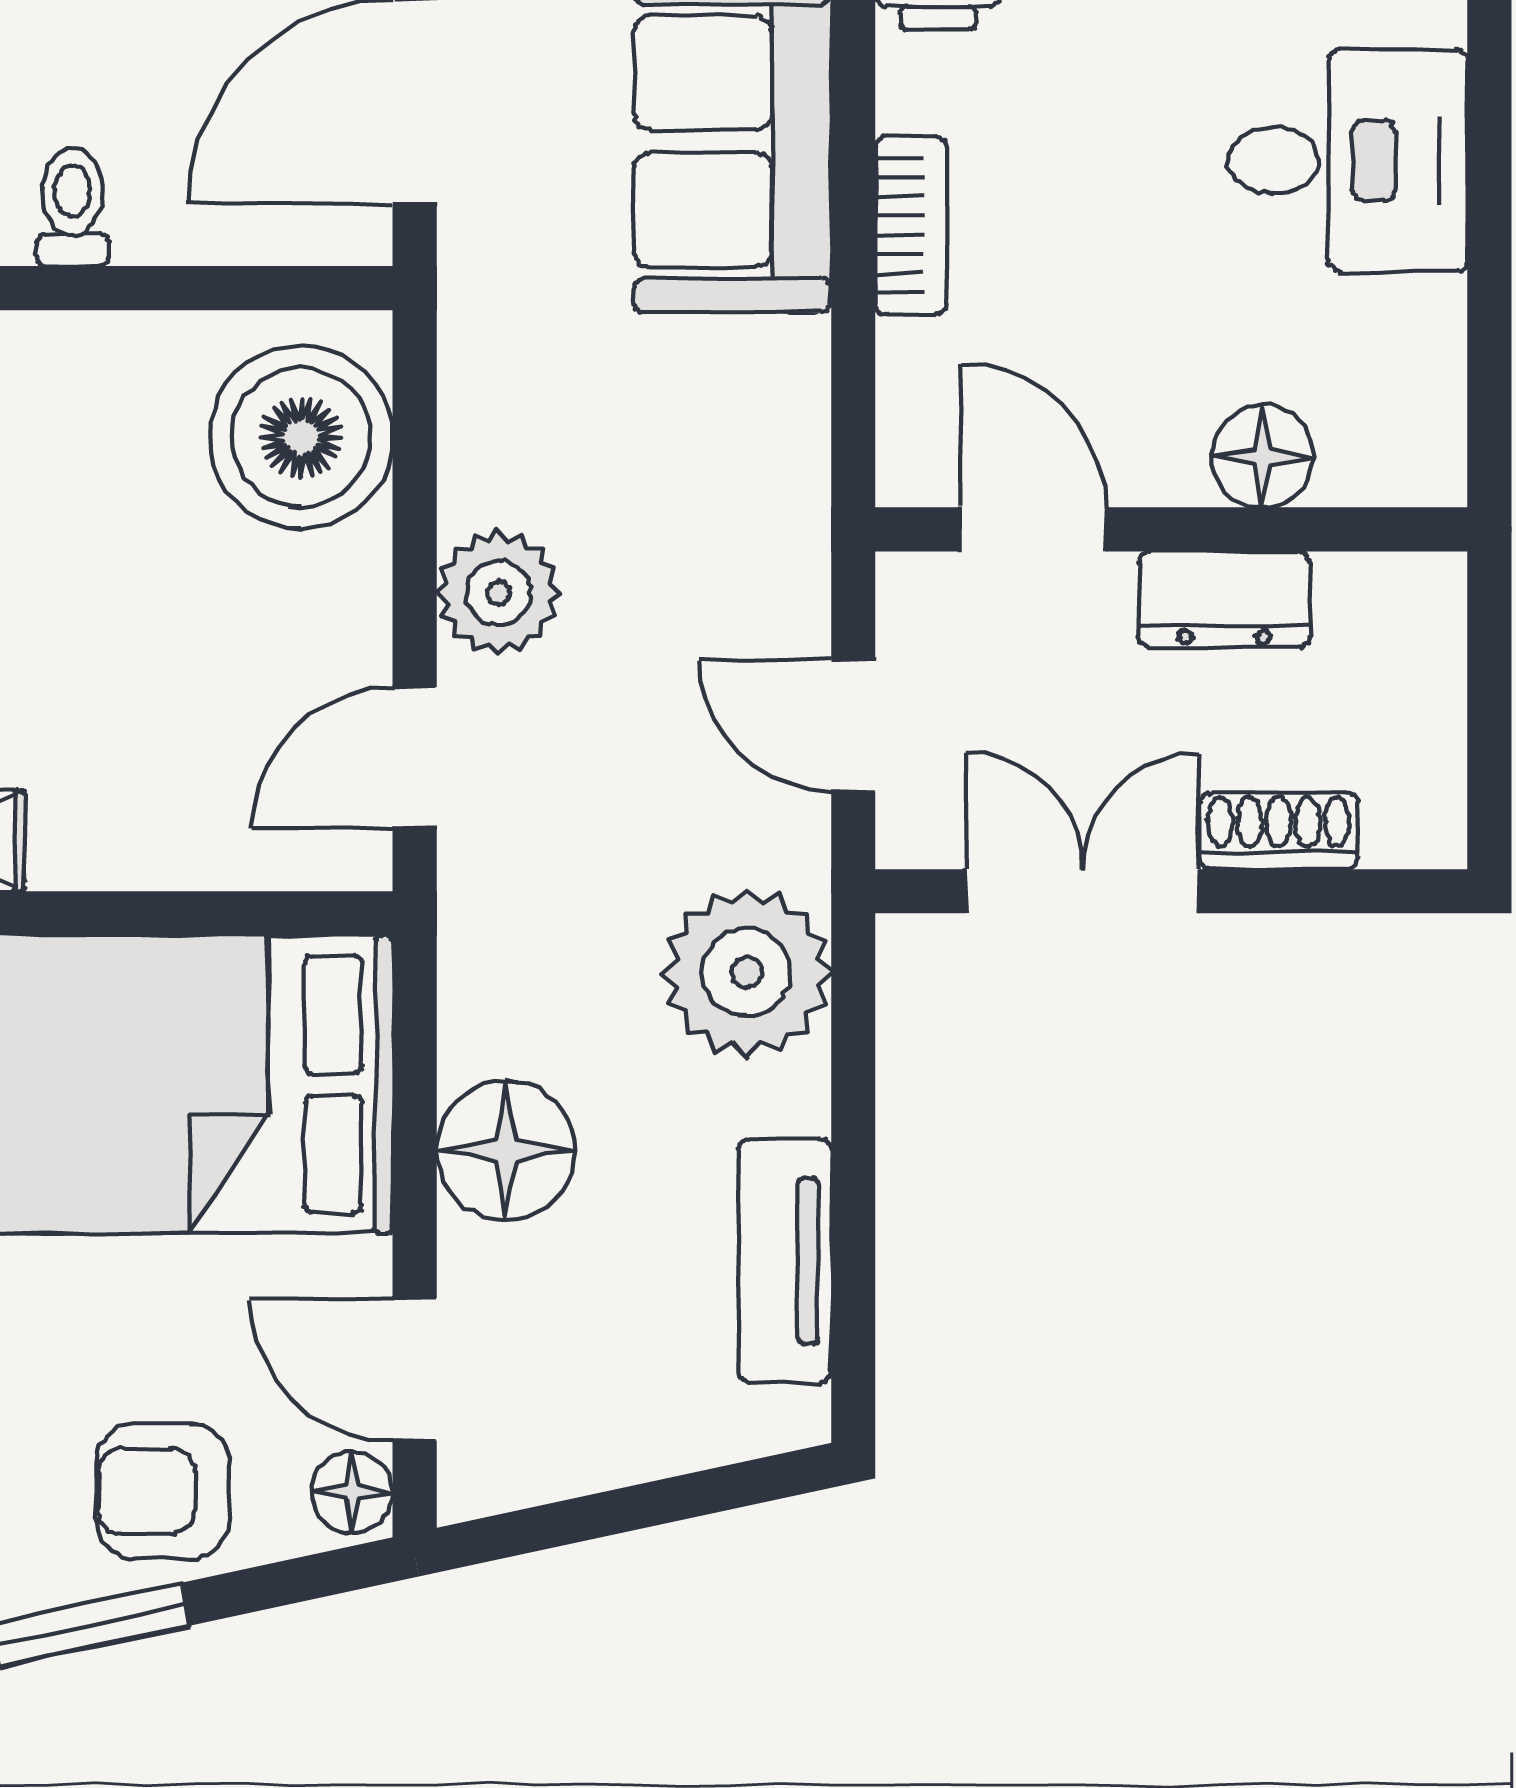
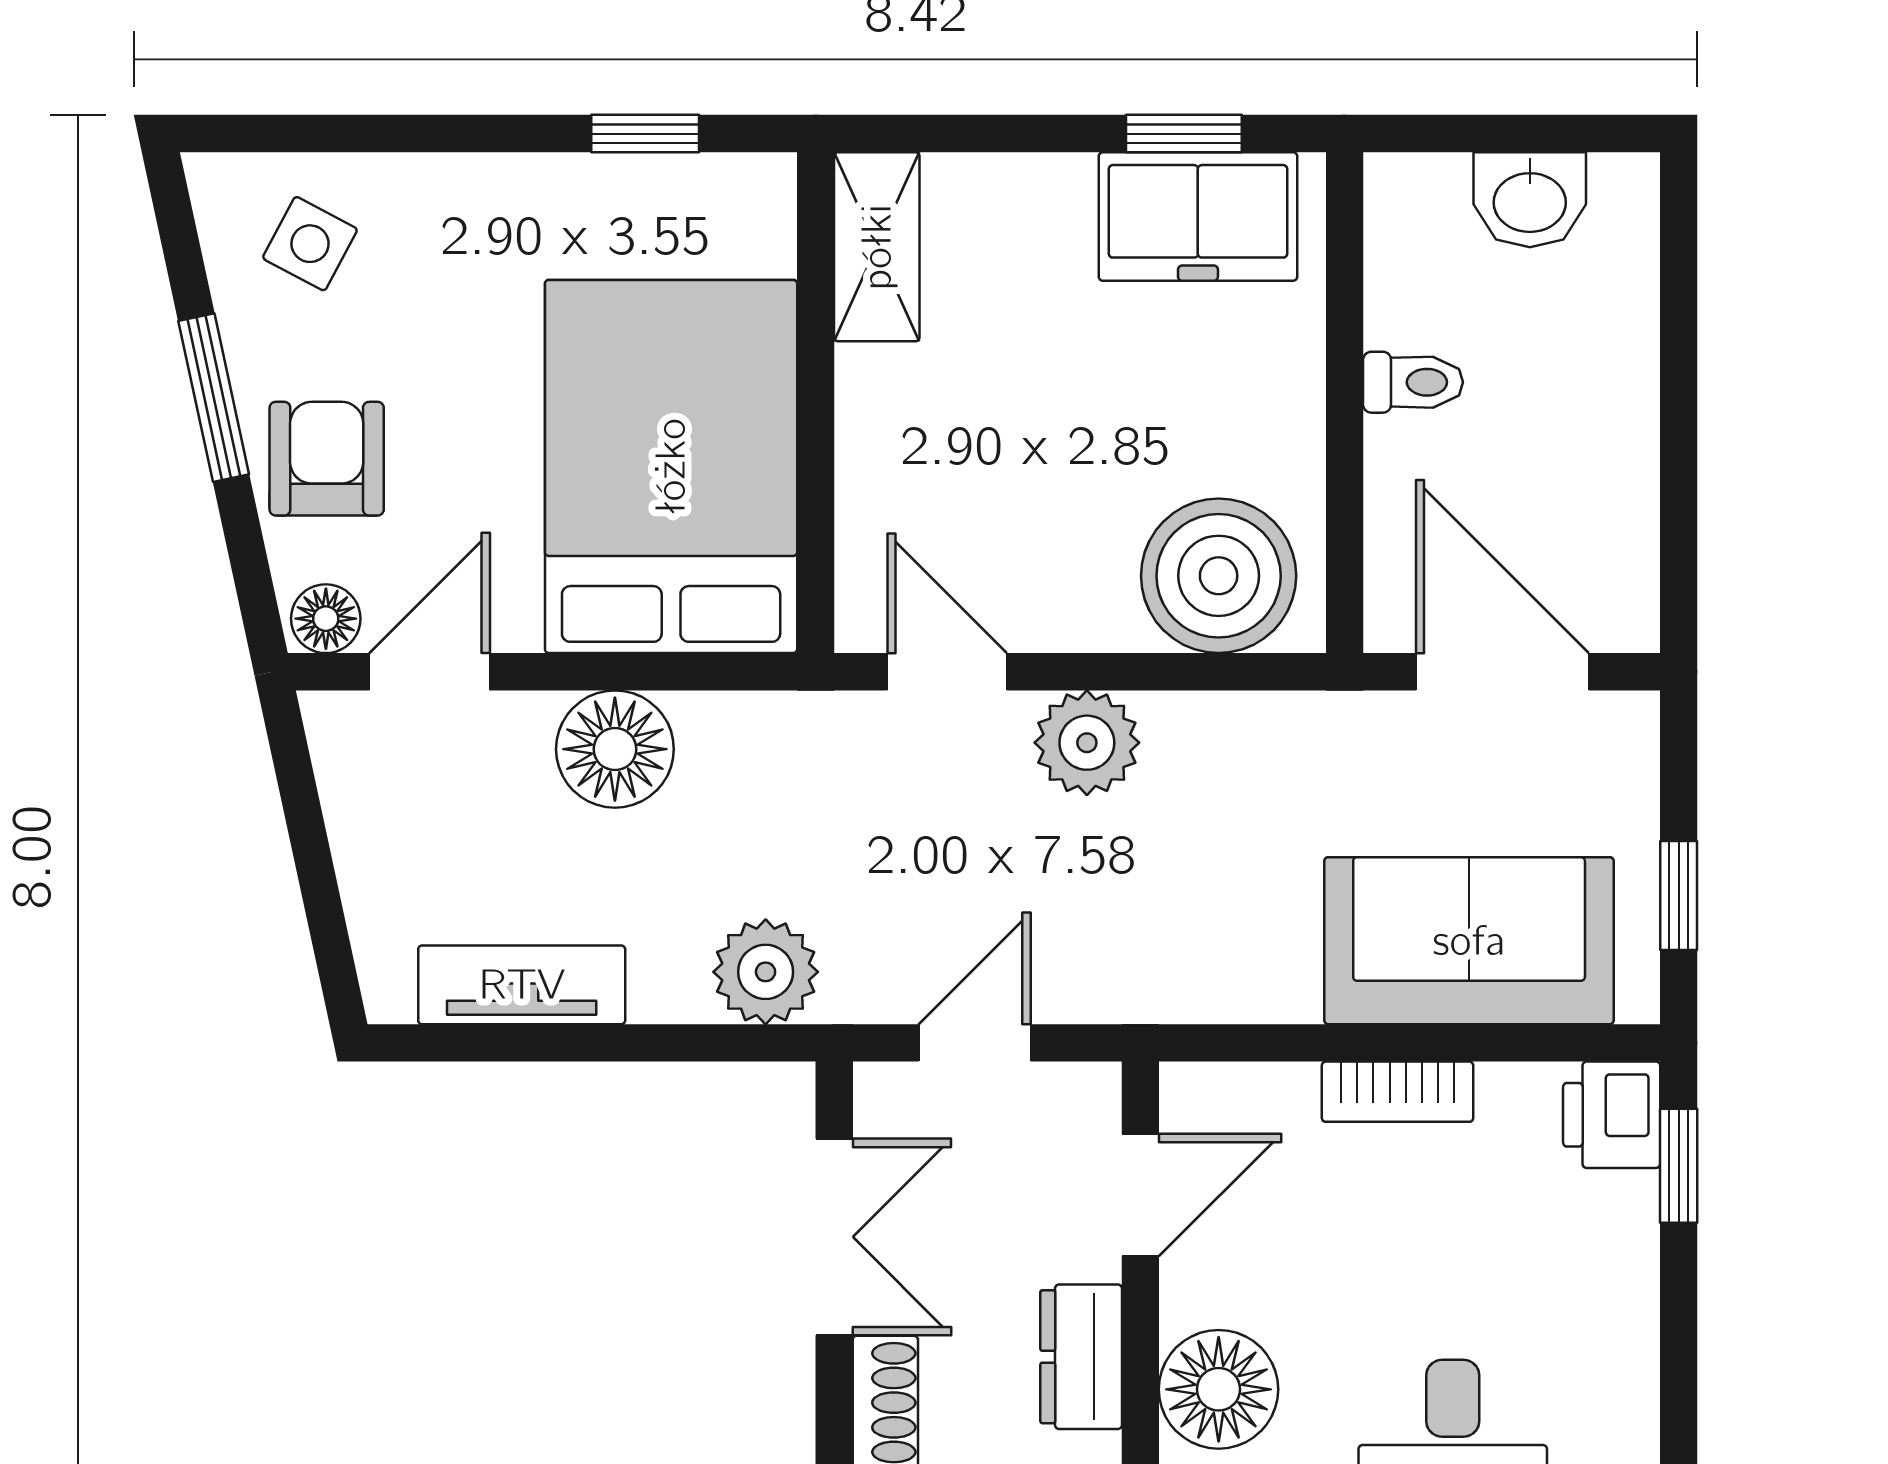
floor lamp: (1263, 456) -> (1219, 1389), width x1.38, depth x1.38
plant: (747, 972) -> (766, 972), width x0.73, depth x0.73

